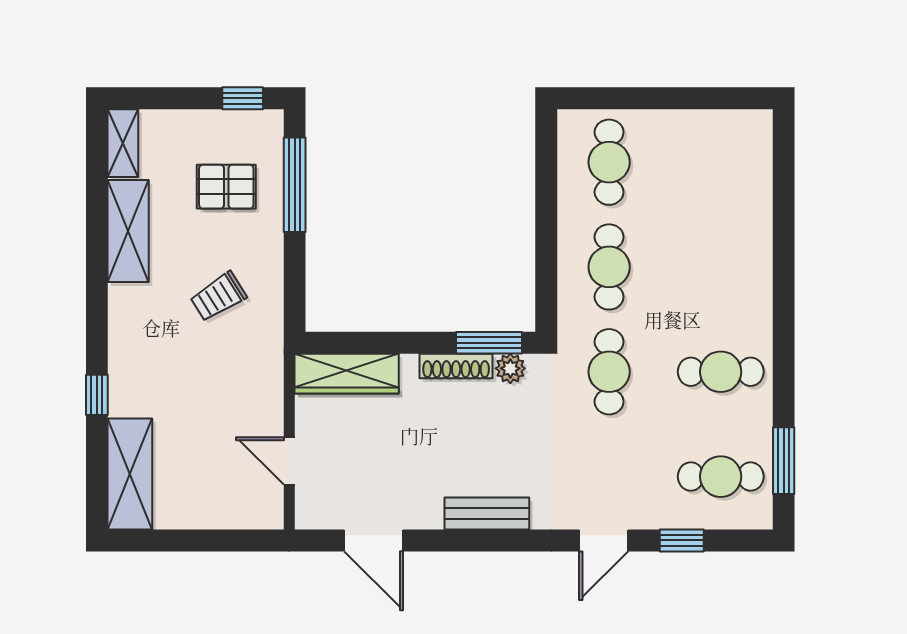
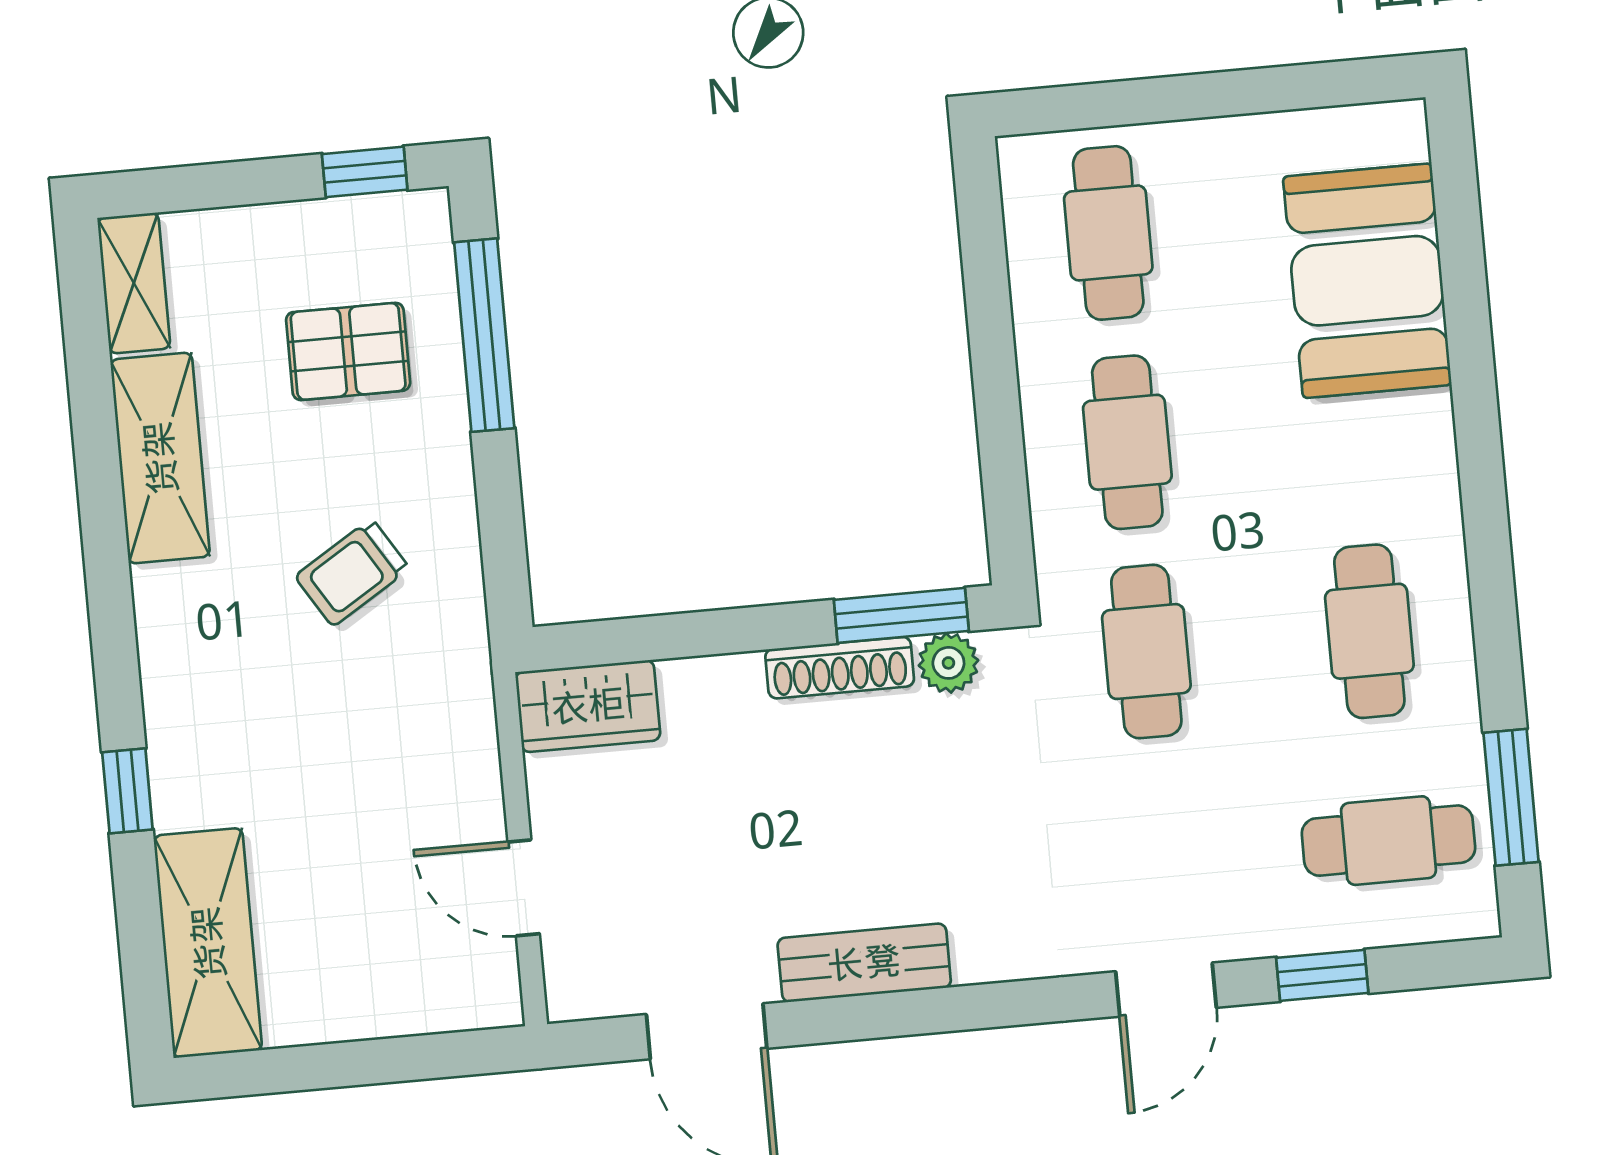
booth: (735, 198) -> (1367, 281), added
cafe table: (721, 372) -> (1369, 631), turned 90
wardrobe: (347, 374) -> (588, 706), width x0.67
bench: (487, 514) -> (864, 963), moved

